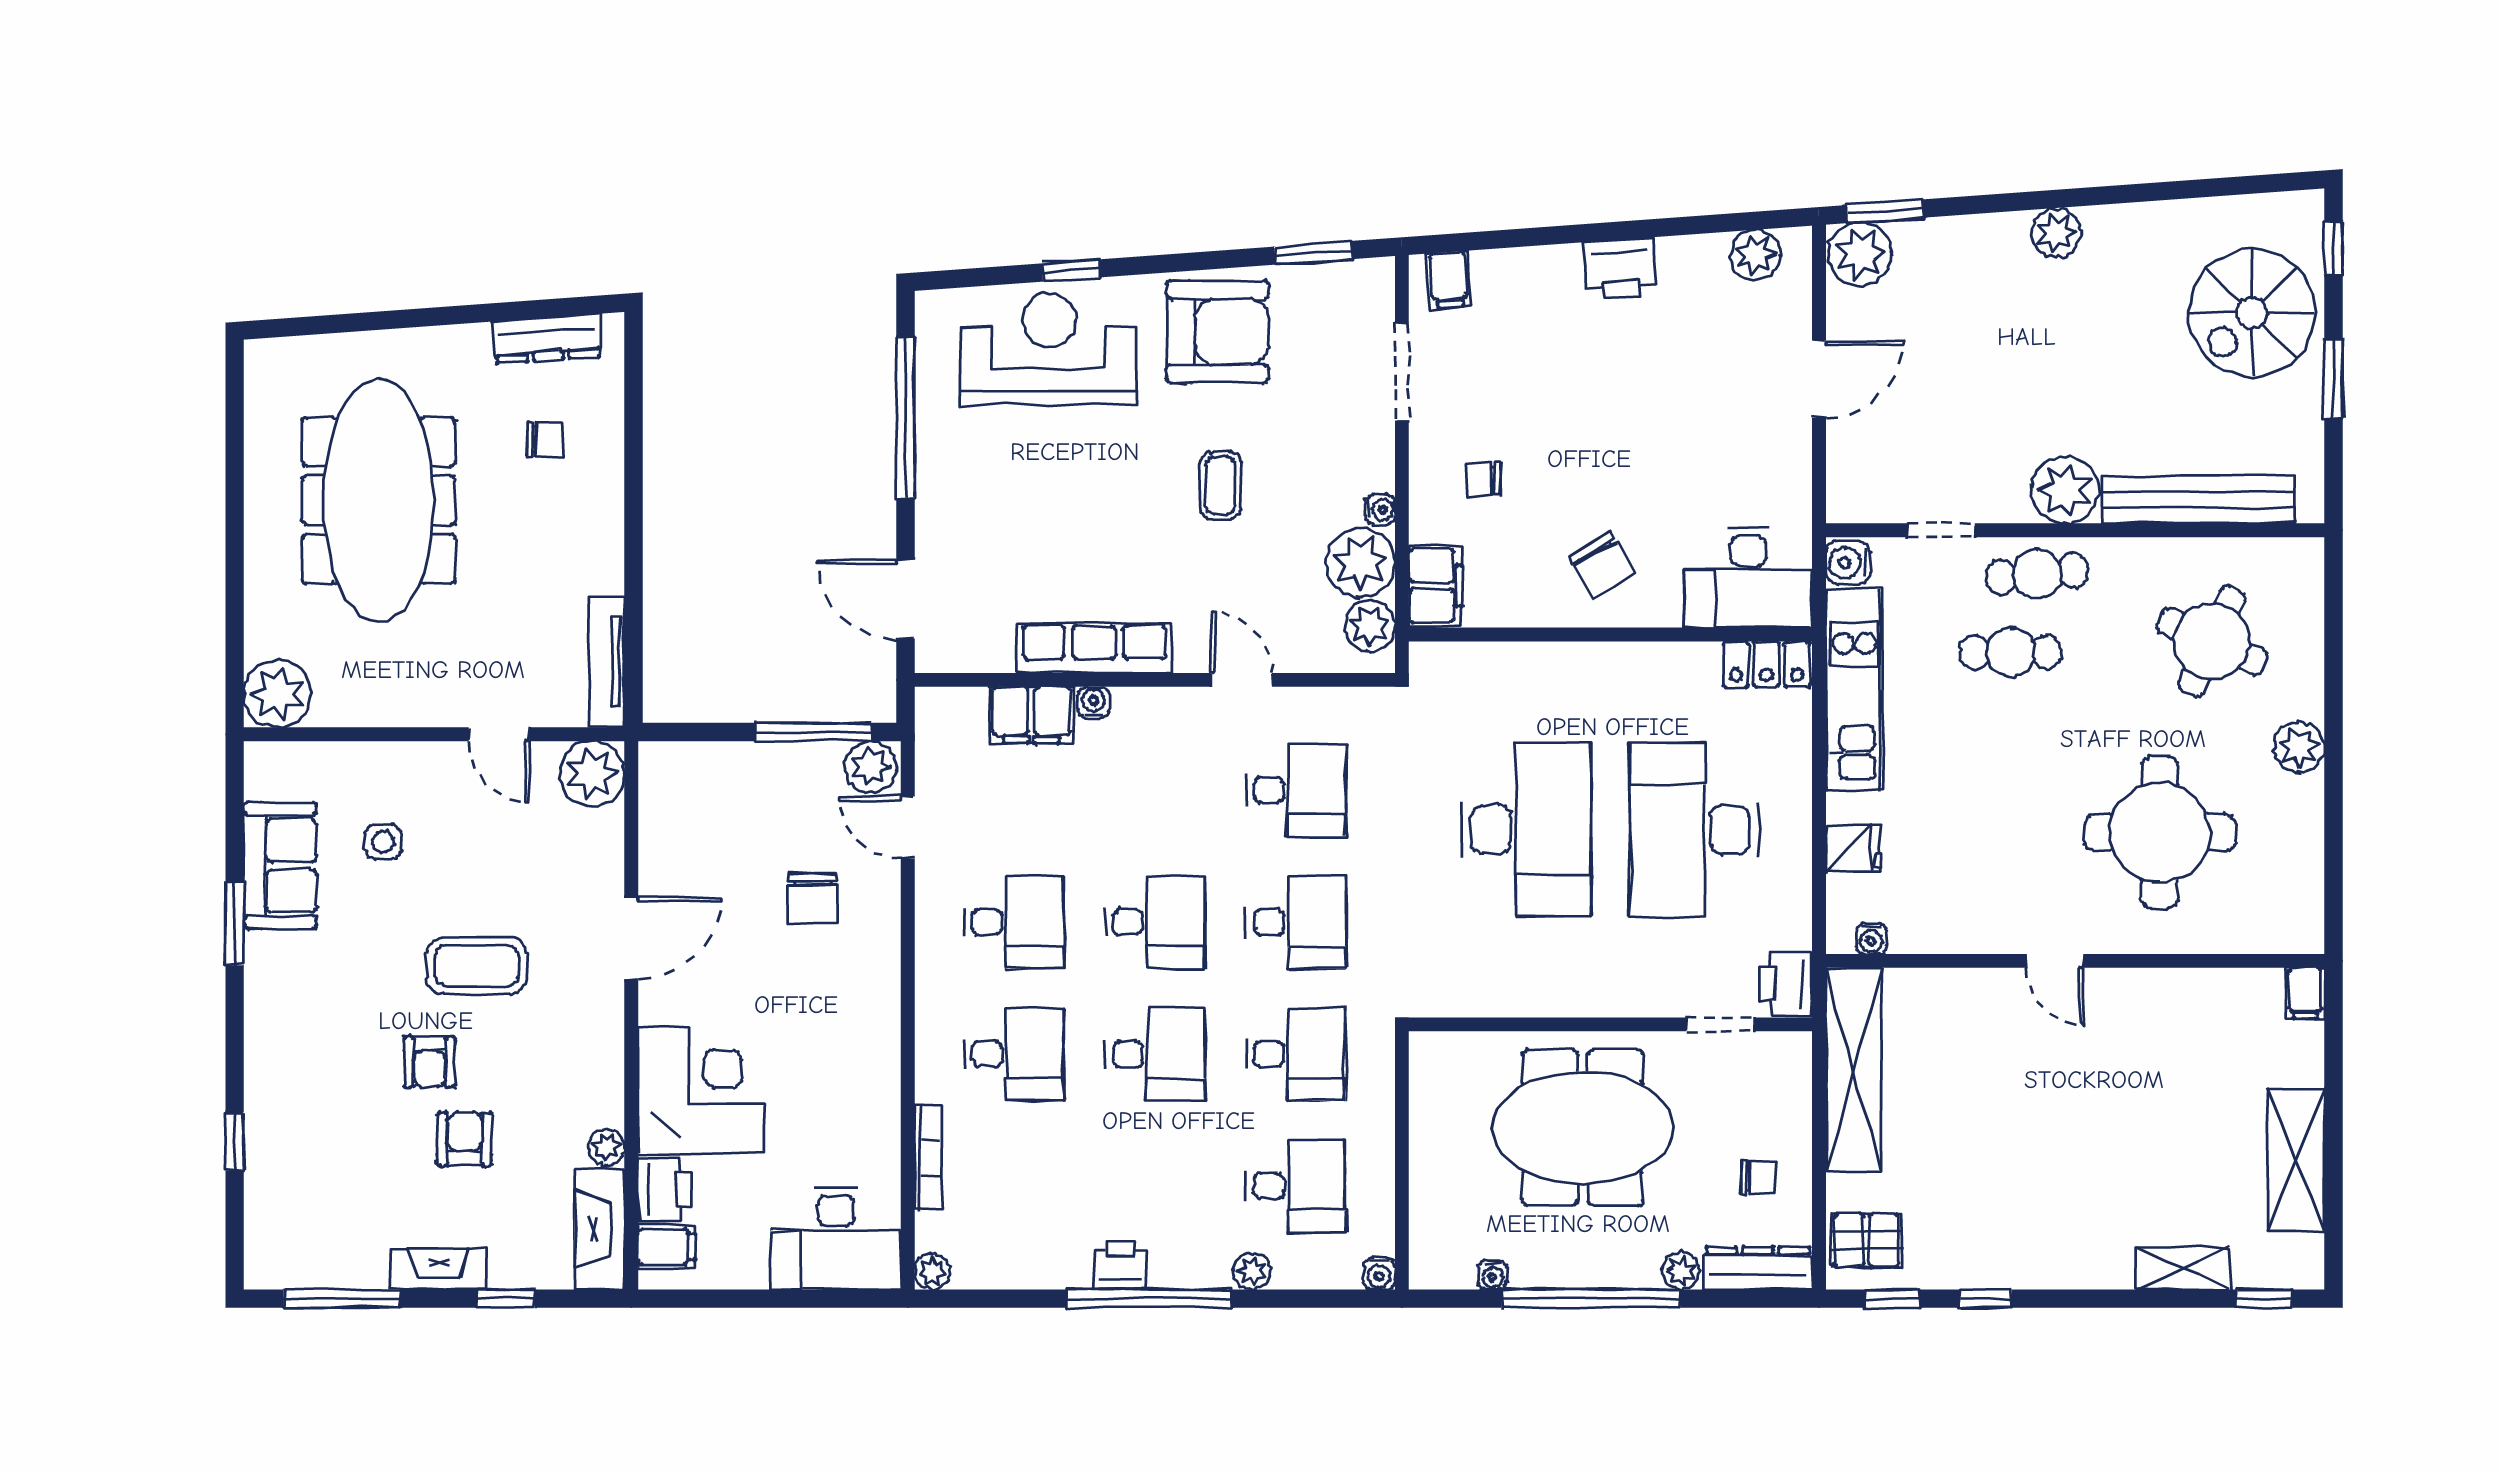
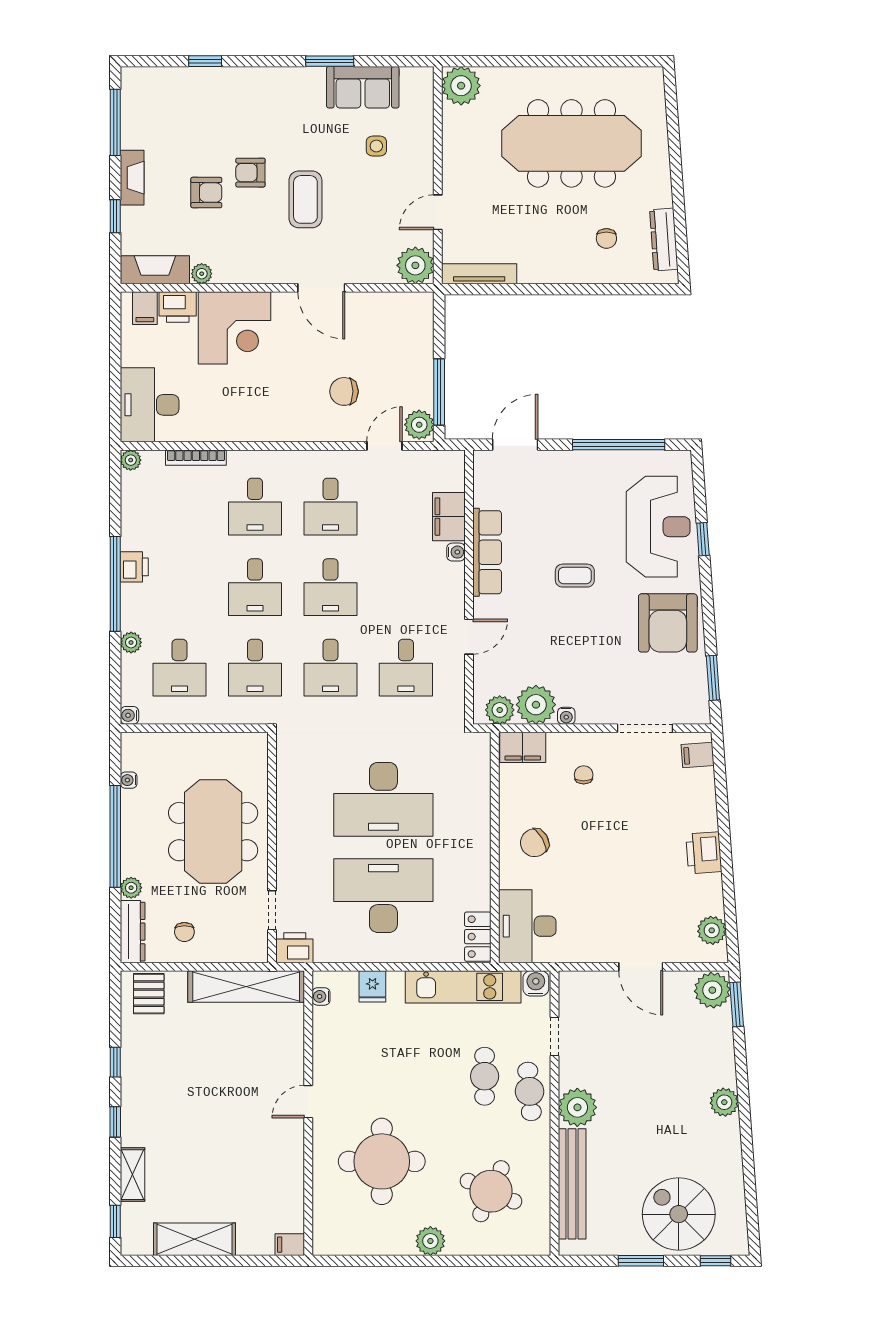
coffee table: (1220, 486) -> (575, 576), moved
window: (1893, 1299) -> (115, 1122), moved

